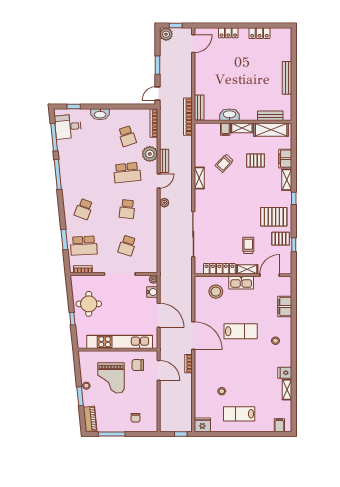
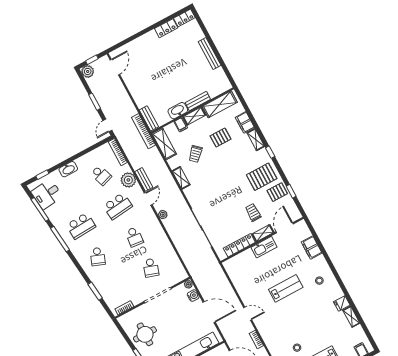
locker: (228, 33) -> (184, 18), moved
bench: (270, 116) -> (198, 101), moved
shelving: (201, 138) -> (164, 144), added
school desk: (84, 246) -> (81, 226), moved
stool: (216, 292) -> (247, 266), removed
door: (193, 336) -> (248, 314), width x0.53

